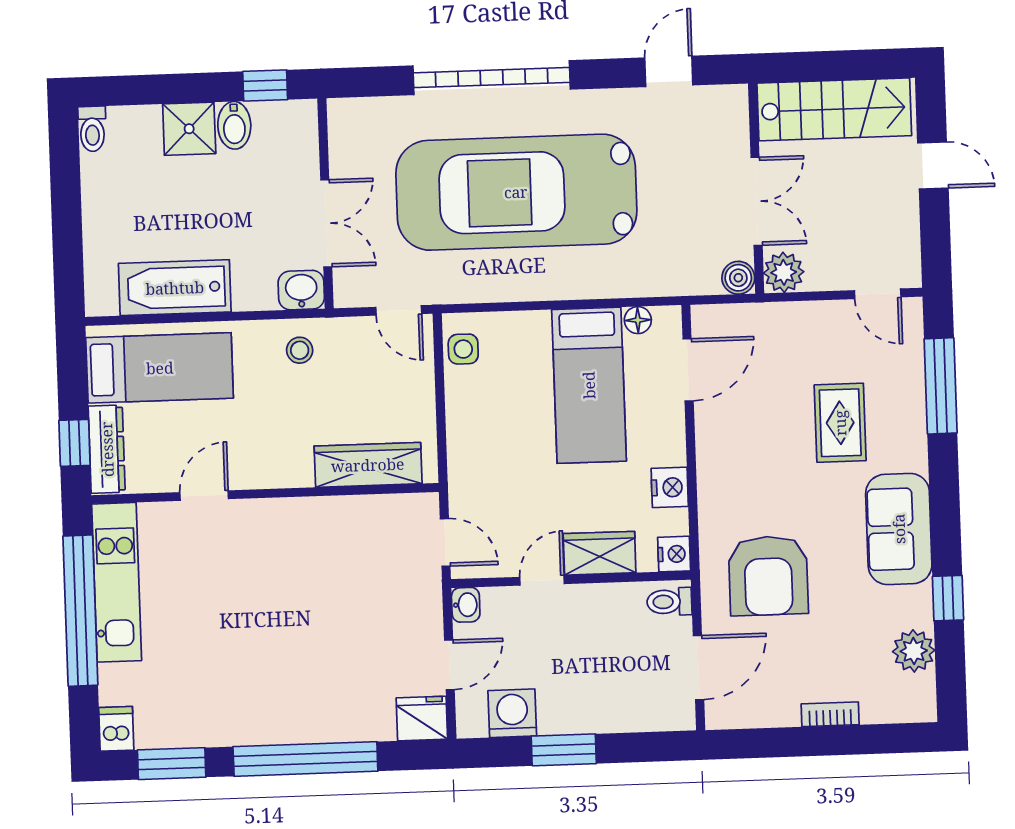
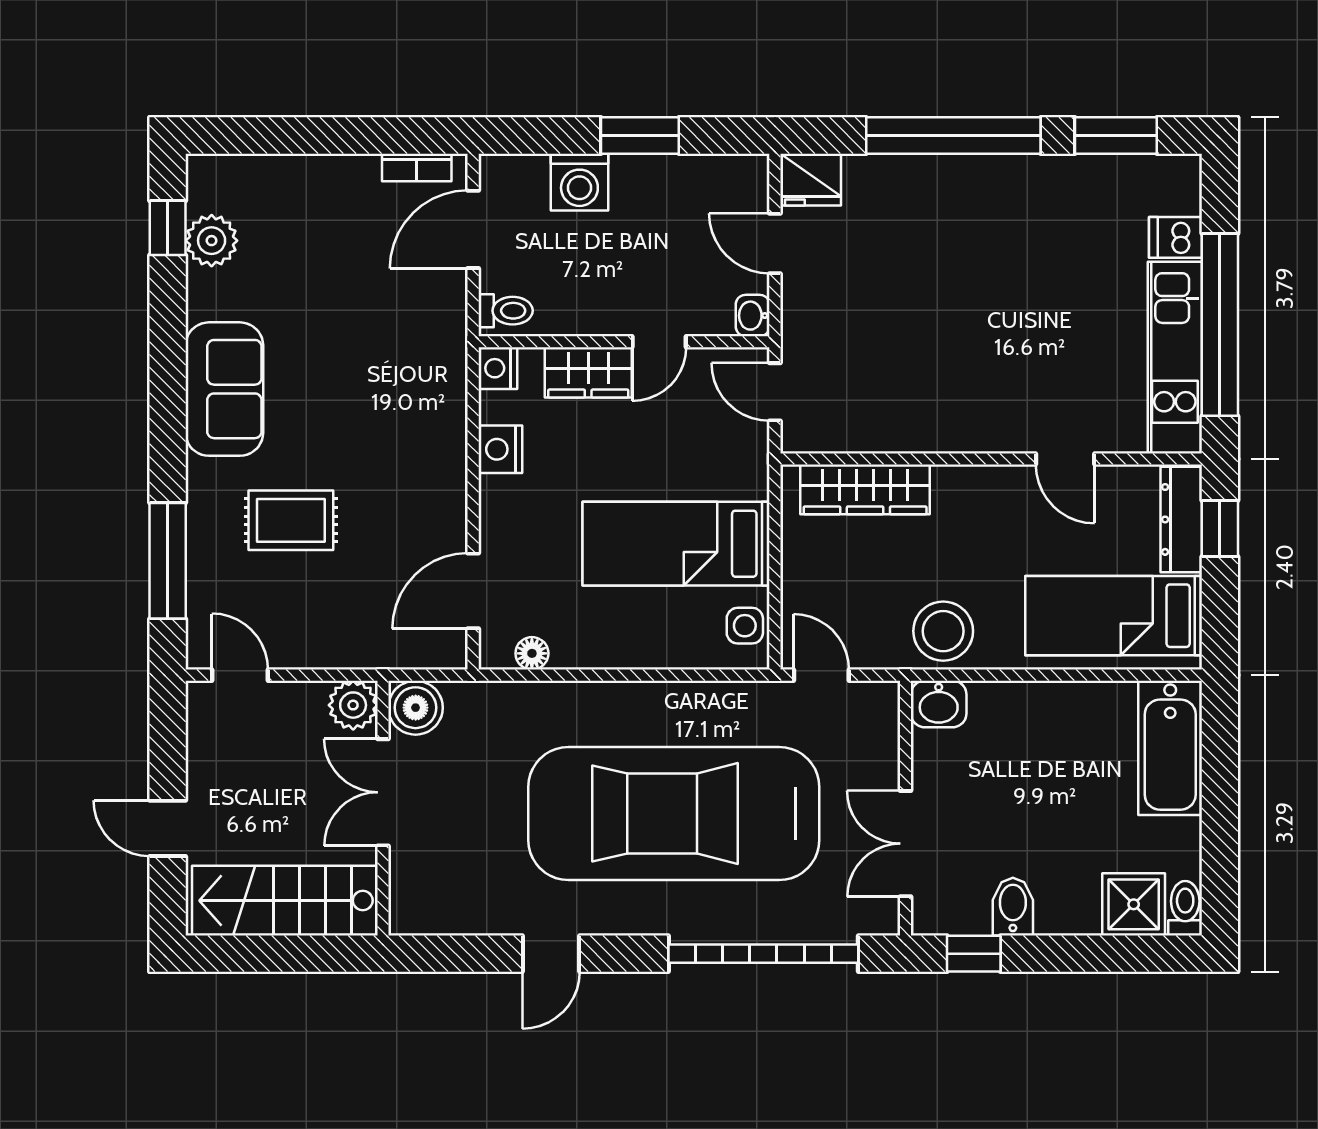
door: (669, 71) -> (551, 954), moved
garage door: (492, 78) -> (763, 954), moved
shower: (189, 129) -> (1134, 904), moved
car: (516, 192) -> (674, 814), turned 180
double door: (326, 223) -> (906, 844), moved
boiler: (738, 278) -> (416, 708), width x1.36, depth x1.36
bathtub: (175, 288) -> (1170, 748), moved, turned 90
stool: (300, 350) -> (943, 631), width x1.89, depth x1.89
bed: (589, 385) -> (676, 544), moved, turned -90
rug: (840, 423) -> (291, 520), turned 90
door: (204, 496) -> (1065, 459), hinge flipped
armchair: (768, 576) -> (385, 338), removed
window: (948, 598) -> (168, 228), moved
door: (449, 665) -> (775, 243), hinge flipped
washing machine: (512, 713) -> (579, 182), moved
bookcase: (830, 714) -> (417, 167), moved
dishwasher: (116, 729) -> (1176, 237), moved, turned 90

